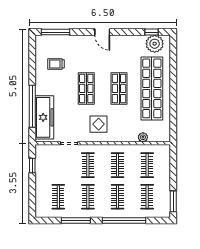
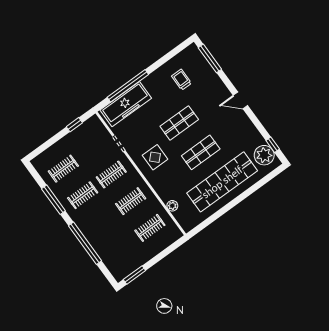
door: (102, 32) -> (240, 100), hinge flipped
clothes rail: (118, 197) -> (102, 222), removed
clothes rail: (147, 197) -> (121, 249), removed

